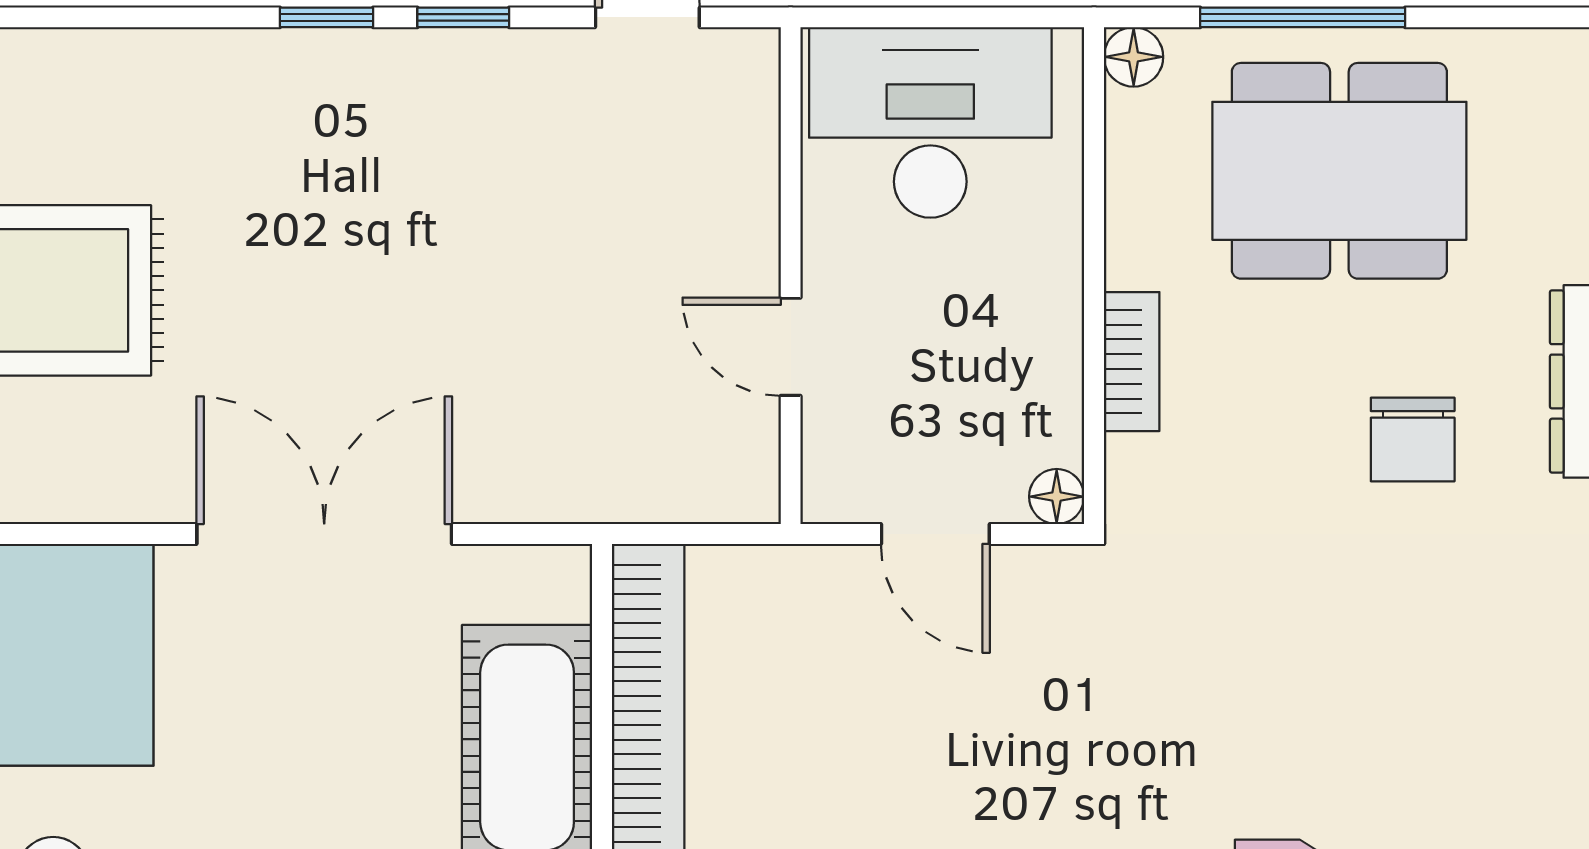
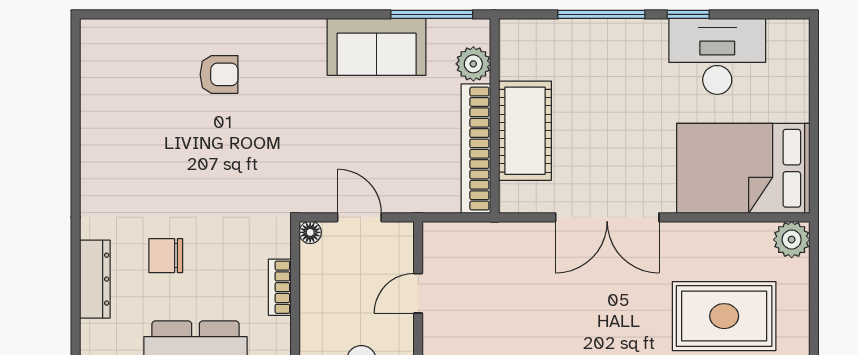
door: (791, 347) -> (418, 293), swing flipped
chair: (1413, 439) -> (166, 256), turned -90

